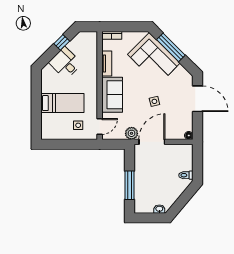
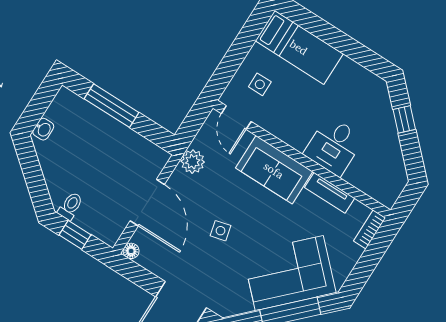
window: (62, 42) -> (404, 119), moved
desk: (65, 63) -> (334, 146), moved, turned 135
bed: (62, 103) -> (299, 47), moved, turned -90
door: (152, 142) -> (147, 203), moved
window: (197, 165) -> (75, 235), added

